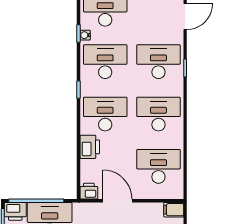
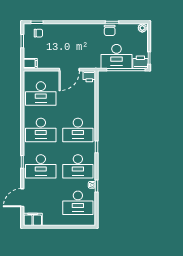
printer: (90, 147) -> (89, 107), removed
door: (117, 201) -> (69, 70), hinge flipped

